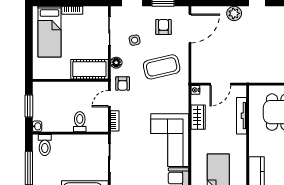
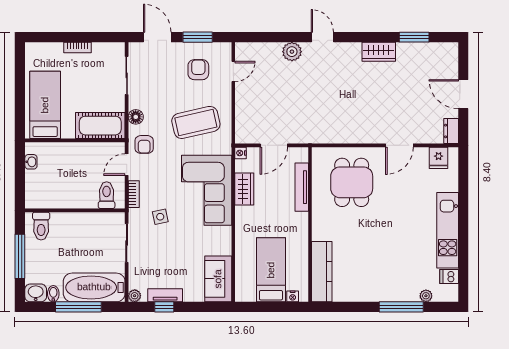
door: (190, 28) -> (233, 71), width x0.53
bed: (49, 32) -> (45, 105), moved, turned 180
side table: (135, 40) -> (160, 217), moved
window: (29, 106) -> (20, 174), removed
toilet: (80, 122) -> (107, 195), moved
washbasin: (37, 126) -> (31, 162), moved
corner sofa: (170, 140) -> (207, 190), moved

